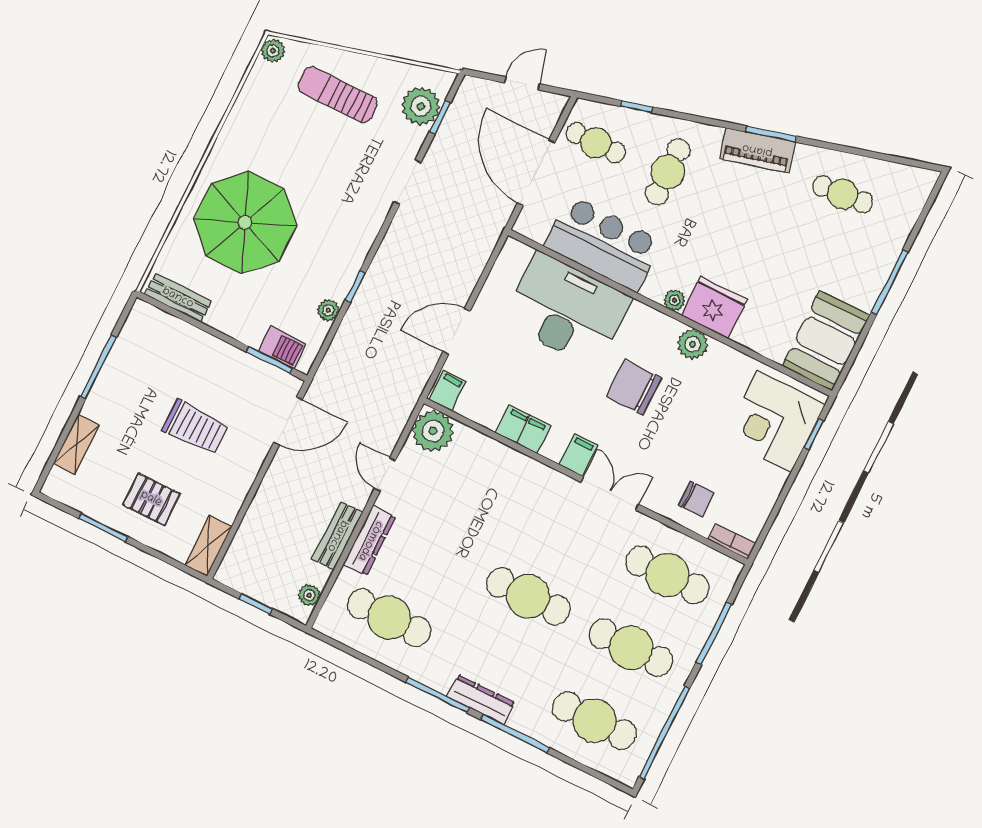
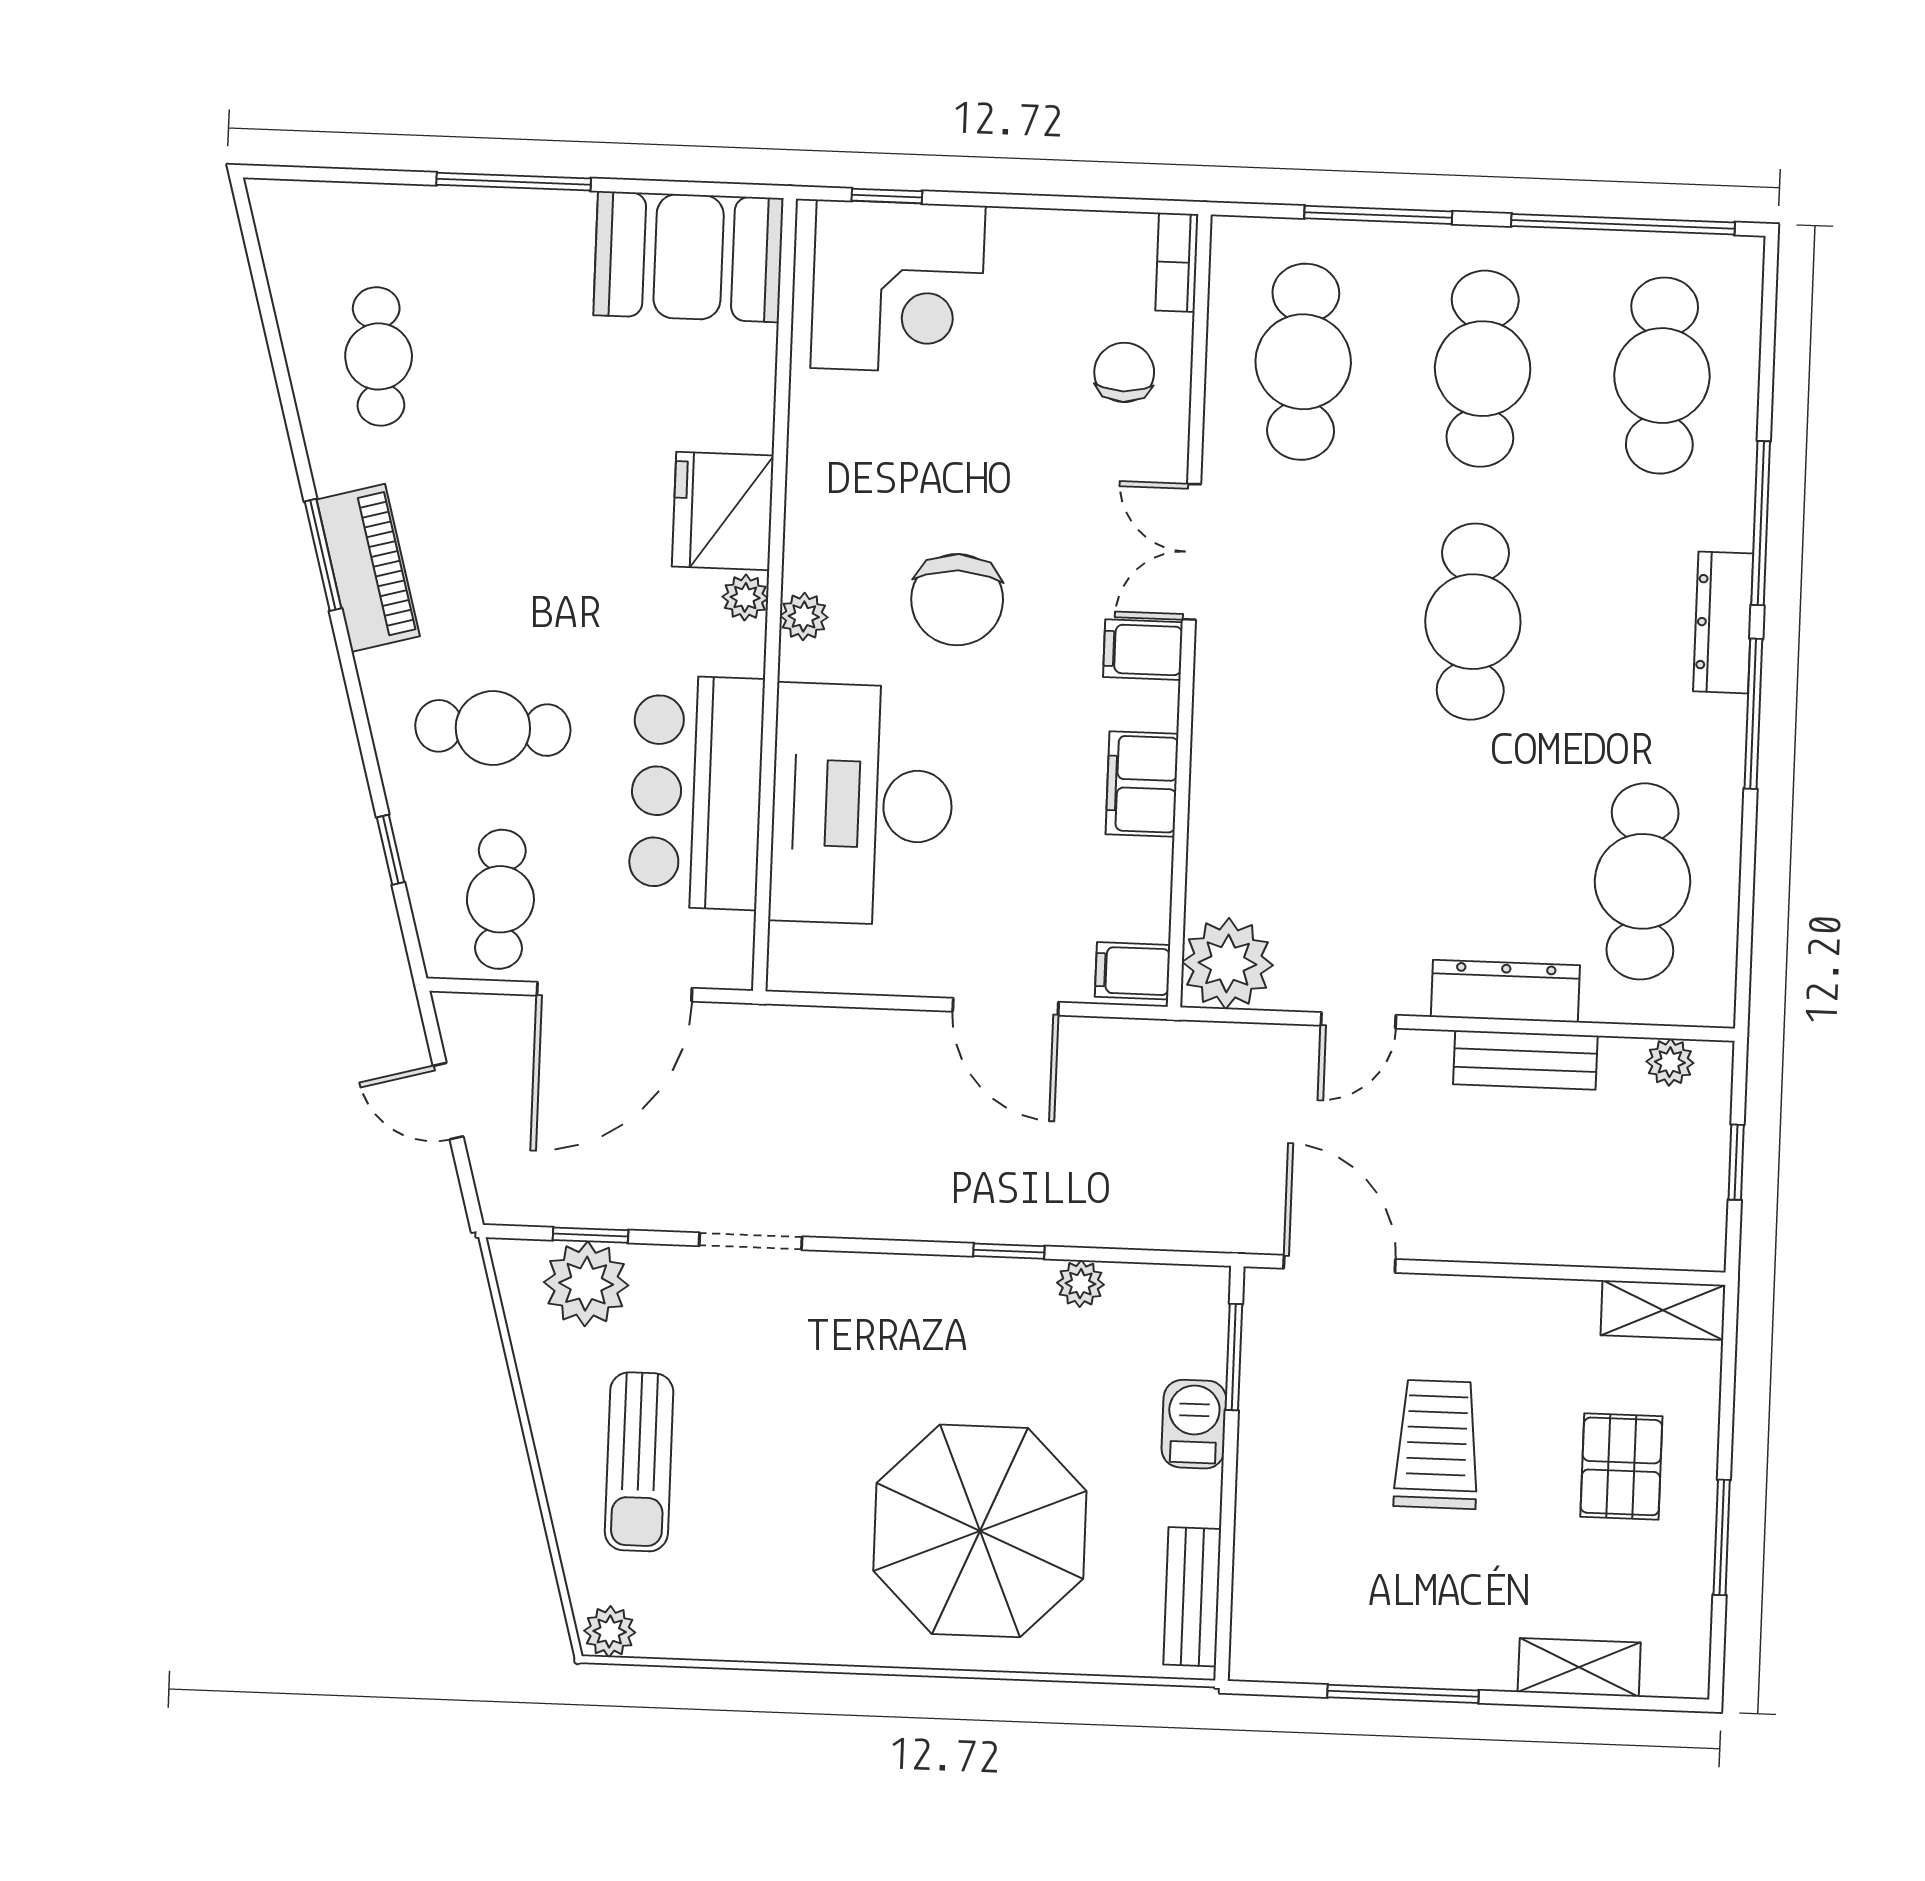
plant: (693, 344) -> (804, 616), moved, width x0.73, depth x0.73
barbecue: (282, 347) -> (1194, 1424), moved

